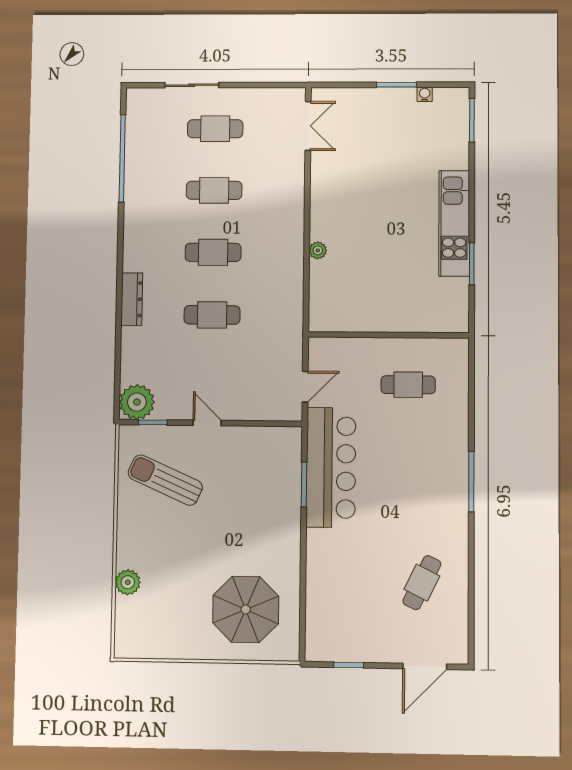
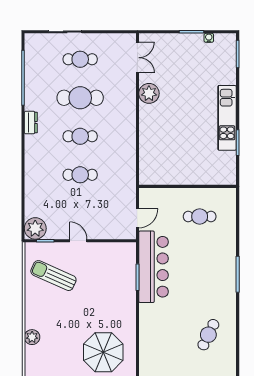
cafe table: (214, 190) -> (80, 98), width x1.37, depth x1.35
plant: (318, 250) -> (149, 93), moved, width x1.87, depth x1.87
dresser: (132, 299) -> (31, 123), moved, width x0.70

